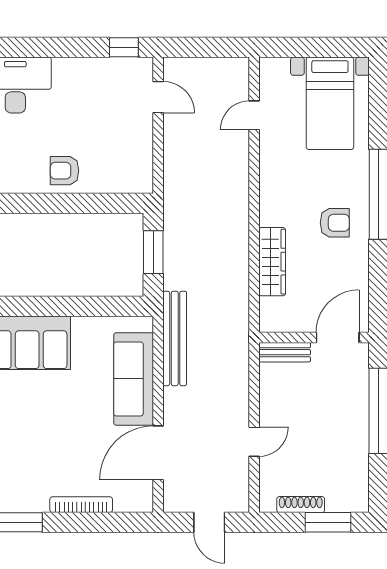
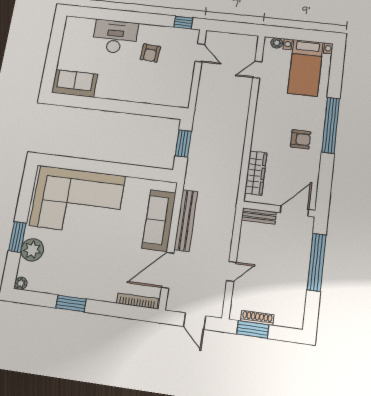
plant: (280, 66) -> (277, 43), added
armchair: (64, 171) -> (150, 53), moved, turned -86
wardrobe: (272, 262) -> (256, 173), moved
bench: (175, 338) -> (186, 220), moved
bookcase: (81, 505) -> (137, 301), moved
window: (328, 522) -> (253, 329), moved

